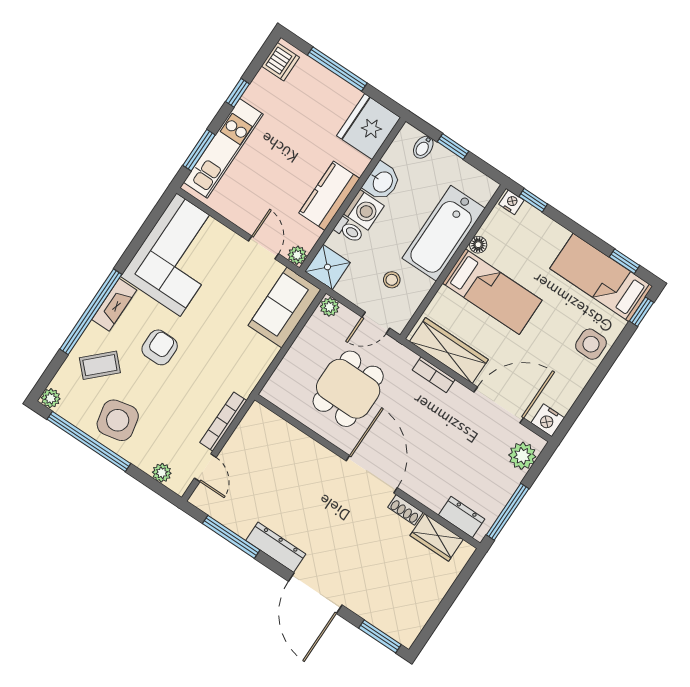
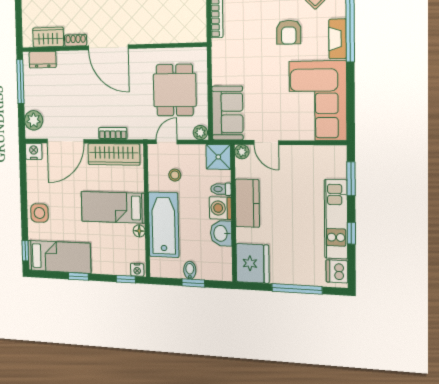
bidet: (423, 147) -> (190, 270), moved
kitchen unit: (223, 148) -> (336, 219), moved
window: (624, 261) -> (78, 276), moved
dining table: (348, 389) -> (175, 90), moved

